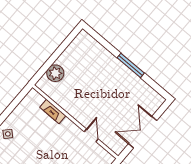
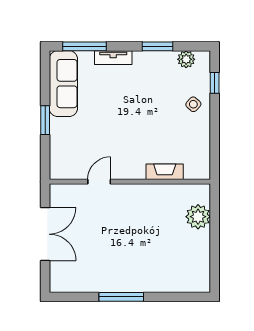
door: (91, 135) -> (99, 182), swing flipped

